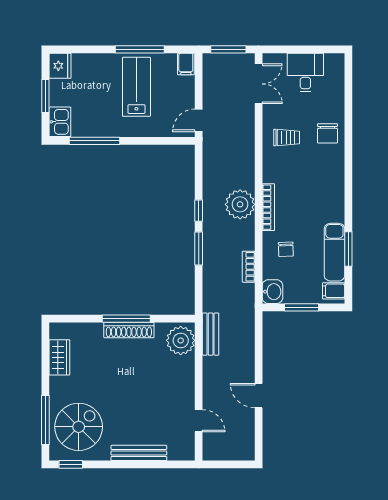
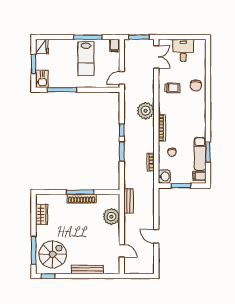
lab bench: (136, 87) -> (86, 59), turned 180
plant: (240, 204) -> (146, 111), moved
plant: (181, 340) -> (111, 217), moved

